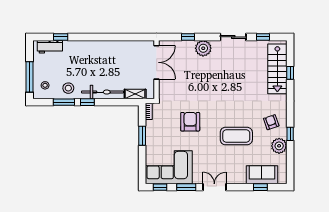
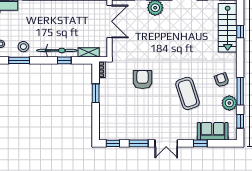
window: (87, 102) -> (64, 60), moved
window: (290, 134) -> (240, 91), width x2.17
coffee table: (236, 136) -> (188, 93), turned 72
window: (290, 164) -> (240, 121), added
corner sofa: (169, 167) -> (122, 124), removed
double door: (214, 187) -> (166, 143), swing flipped
window: (260, 187) -> (200, 143), moved

